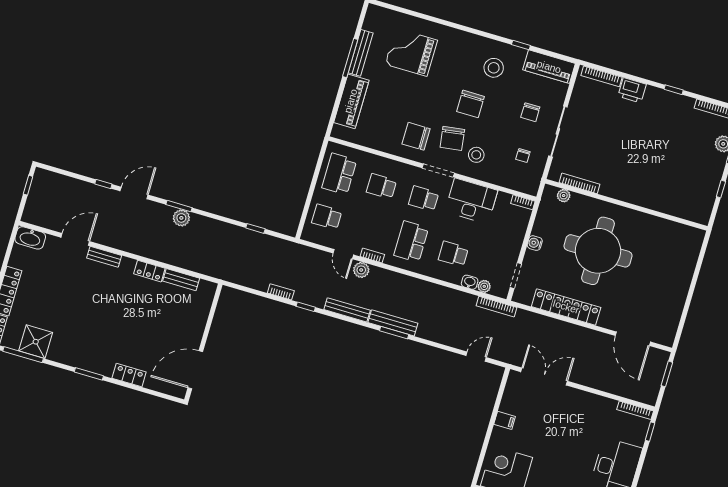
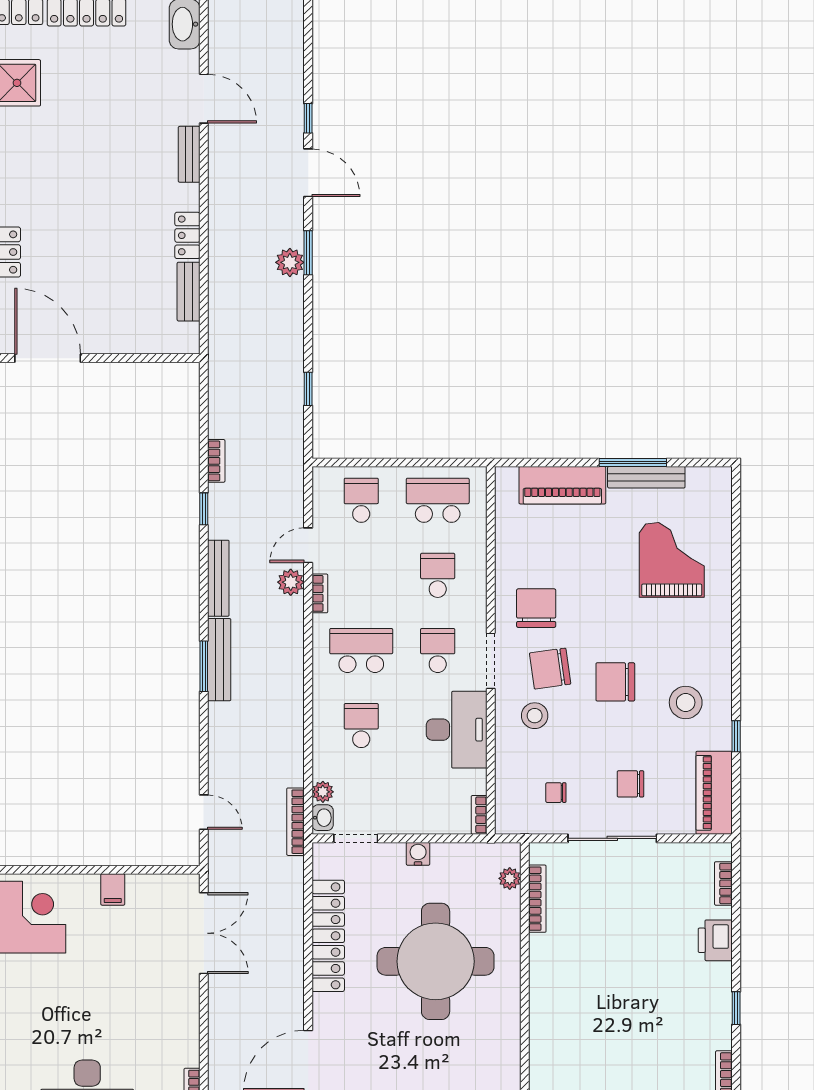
bookcase: (602, 76) -> (723, 883), width x0.64
washbasin: (470, 282) -> (323, 818), moved

